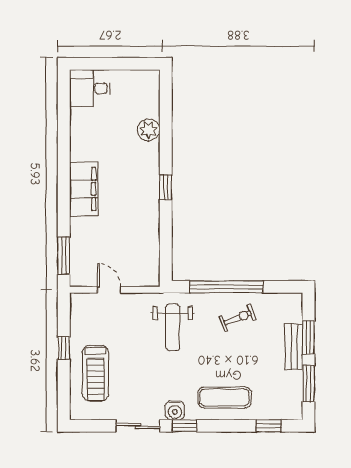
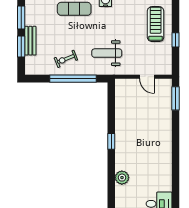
filing cabinet: (84, 189) -> (163, 140), removed
weight bench: (173, 327) -> (107, 53), turned -90

